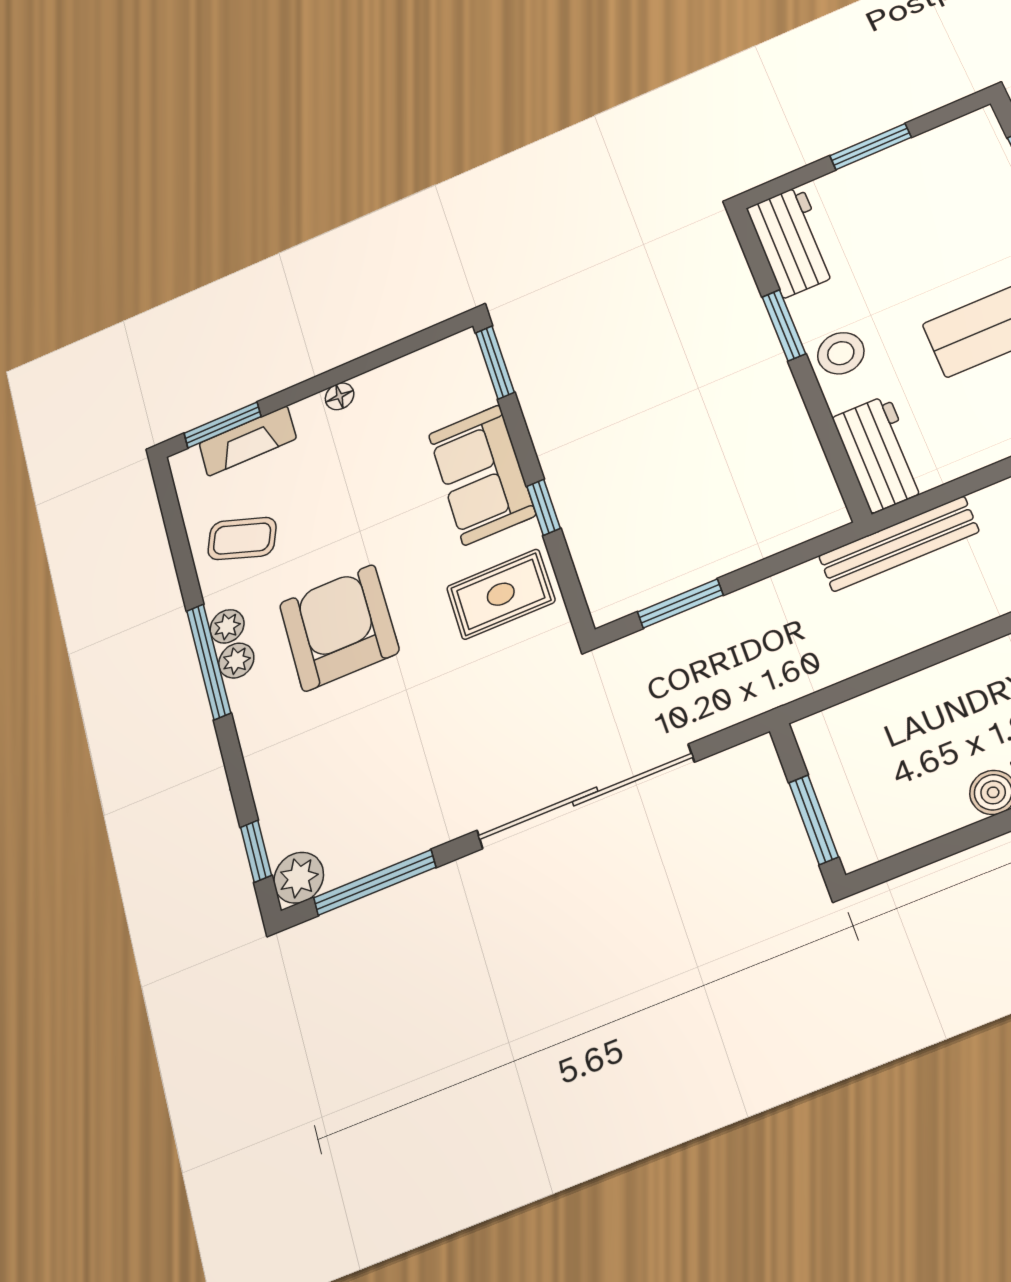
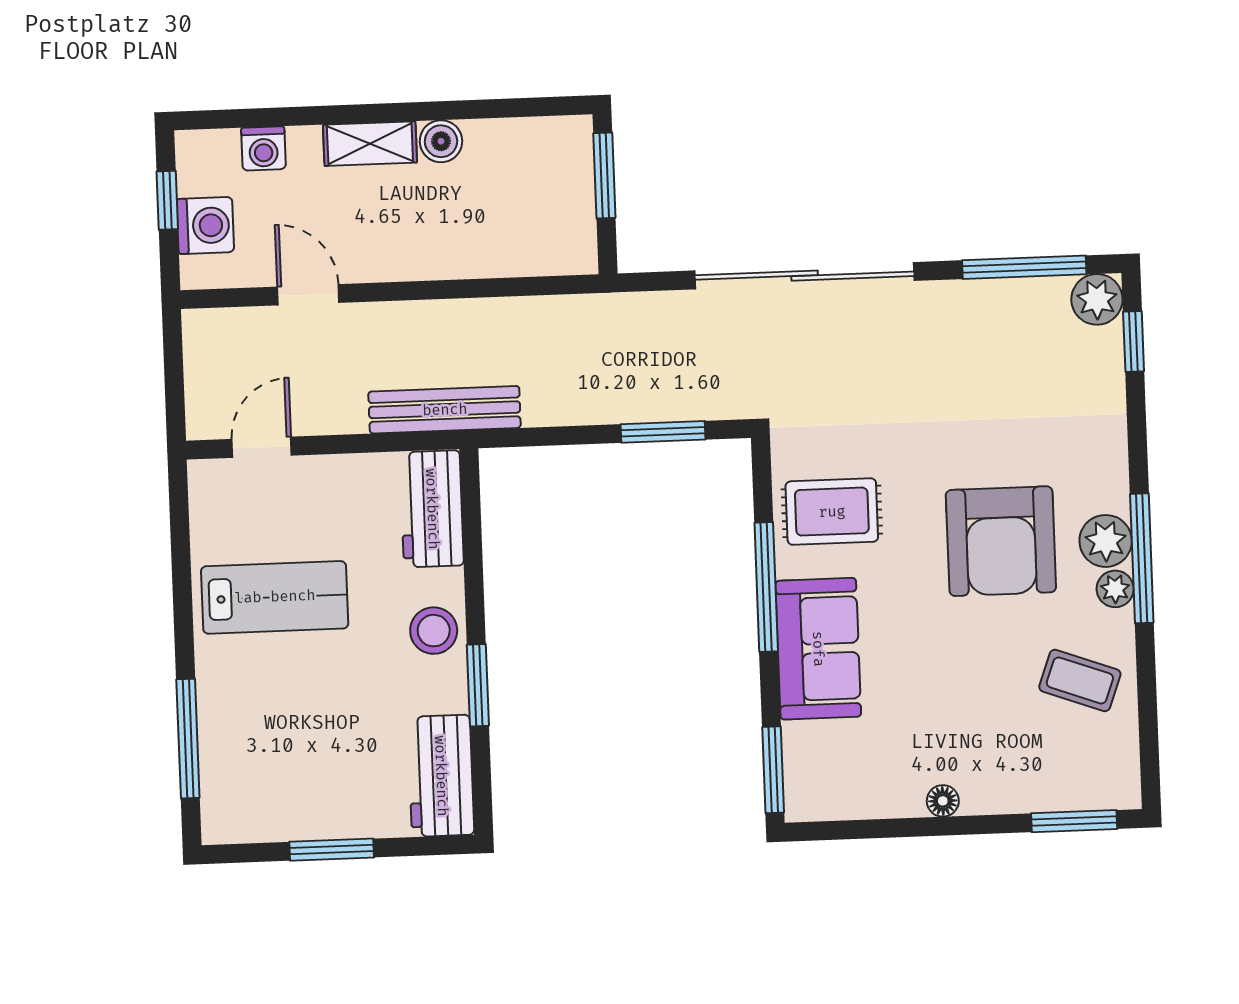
fireplace: (248, 441) -> (1051, 791), removed
window: (544, 507) -> (766, 587), width x2.17
plant: (236, 661) -> (1106, 541), width x1.38, depth x1.38

